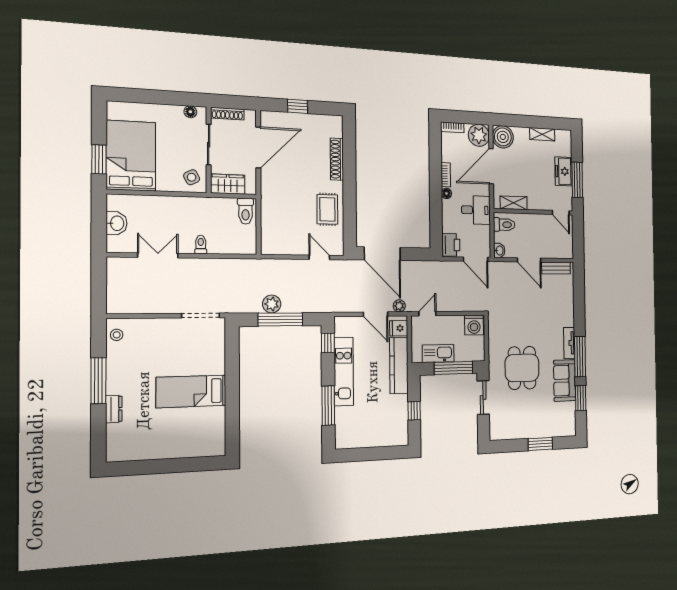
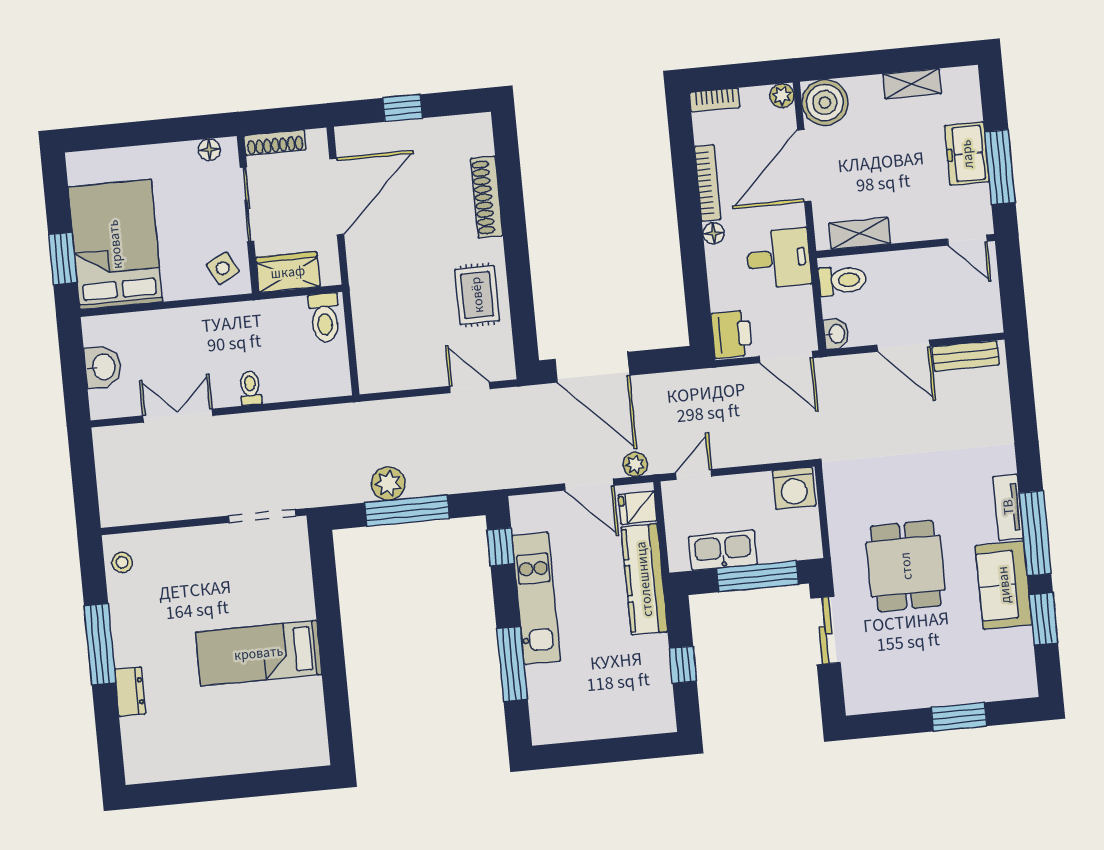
plant: (479, 135) -> (782, 96), width x0.53, depth x0.53
bookcase: (446, 175) -> (708, 183), width x1.56

